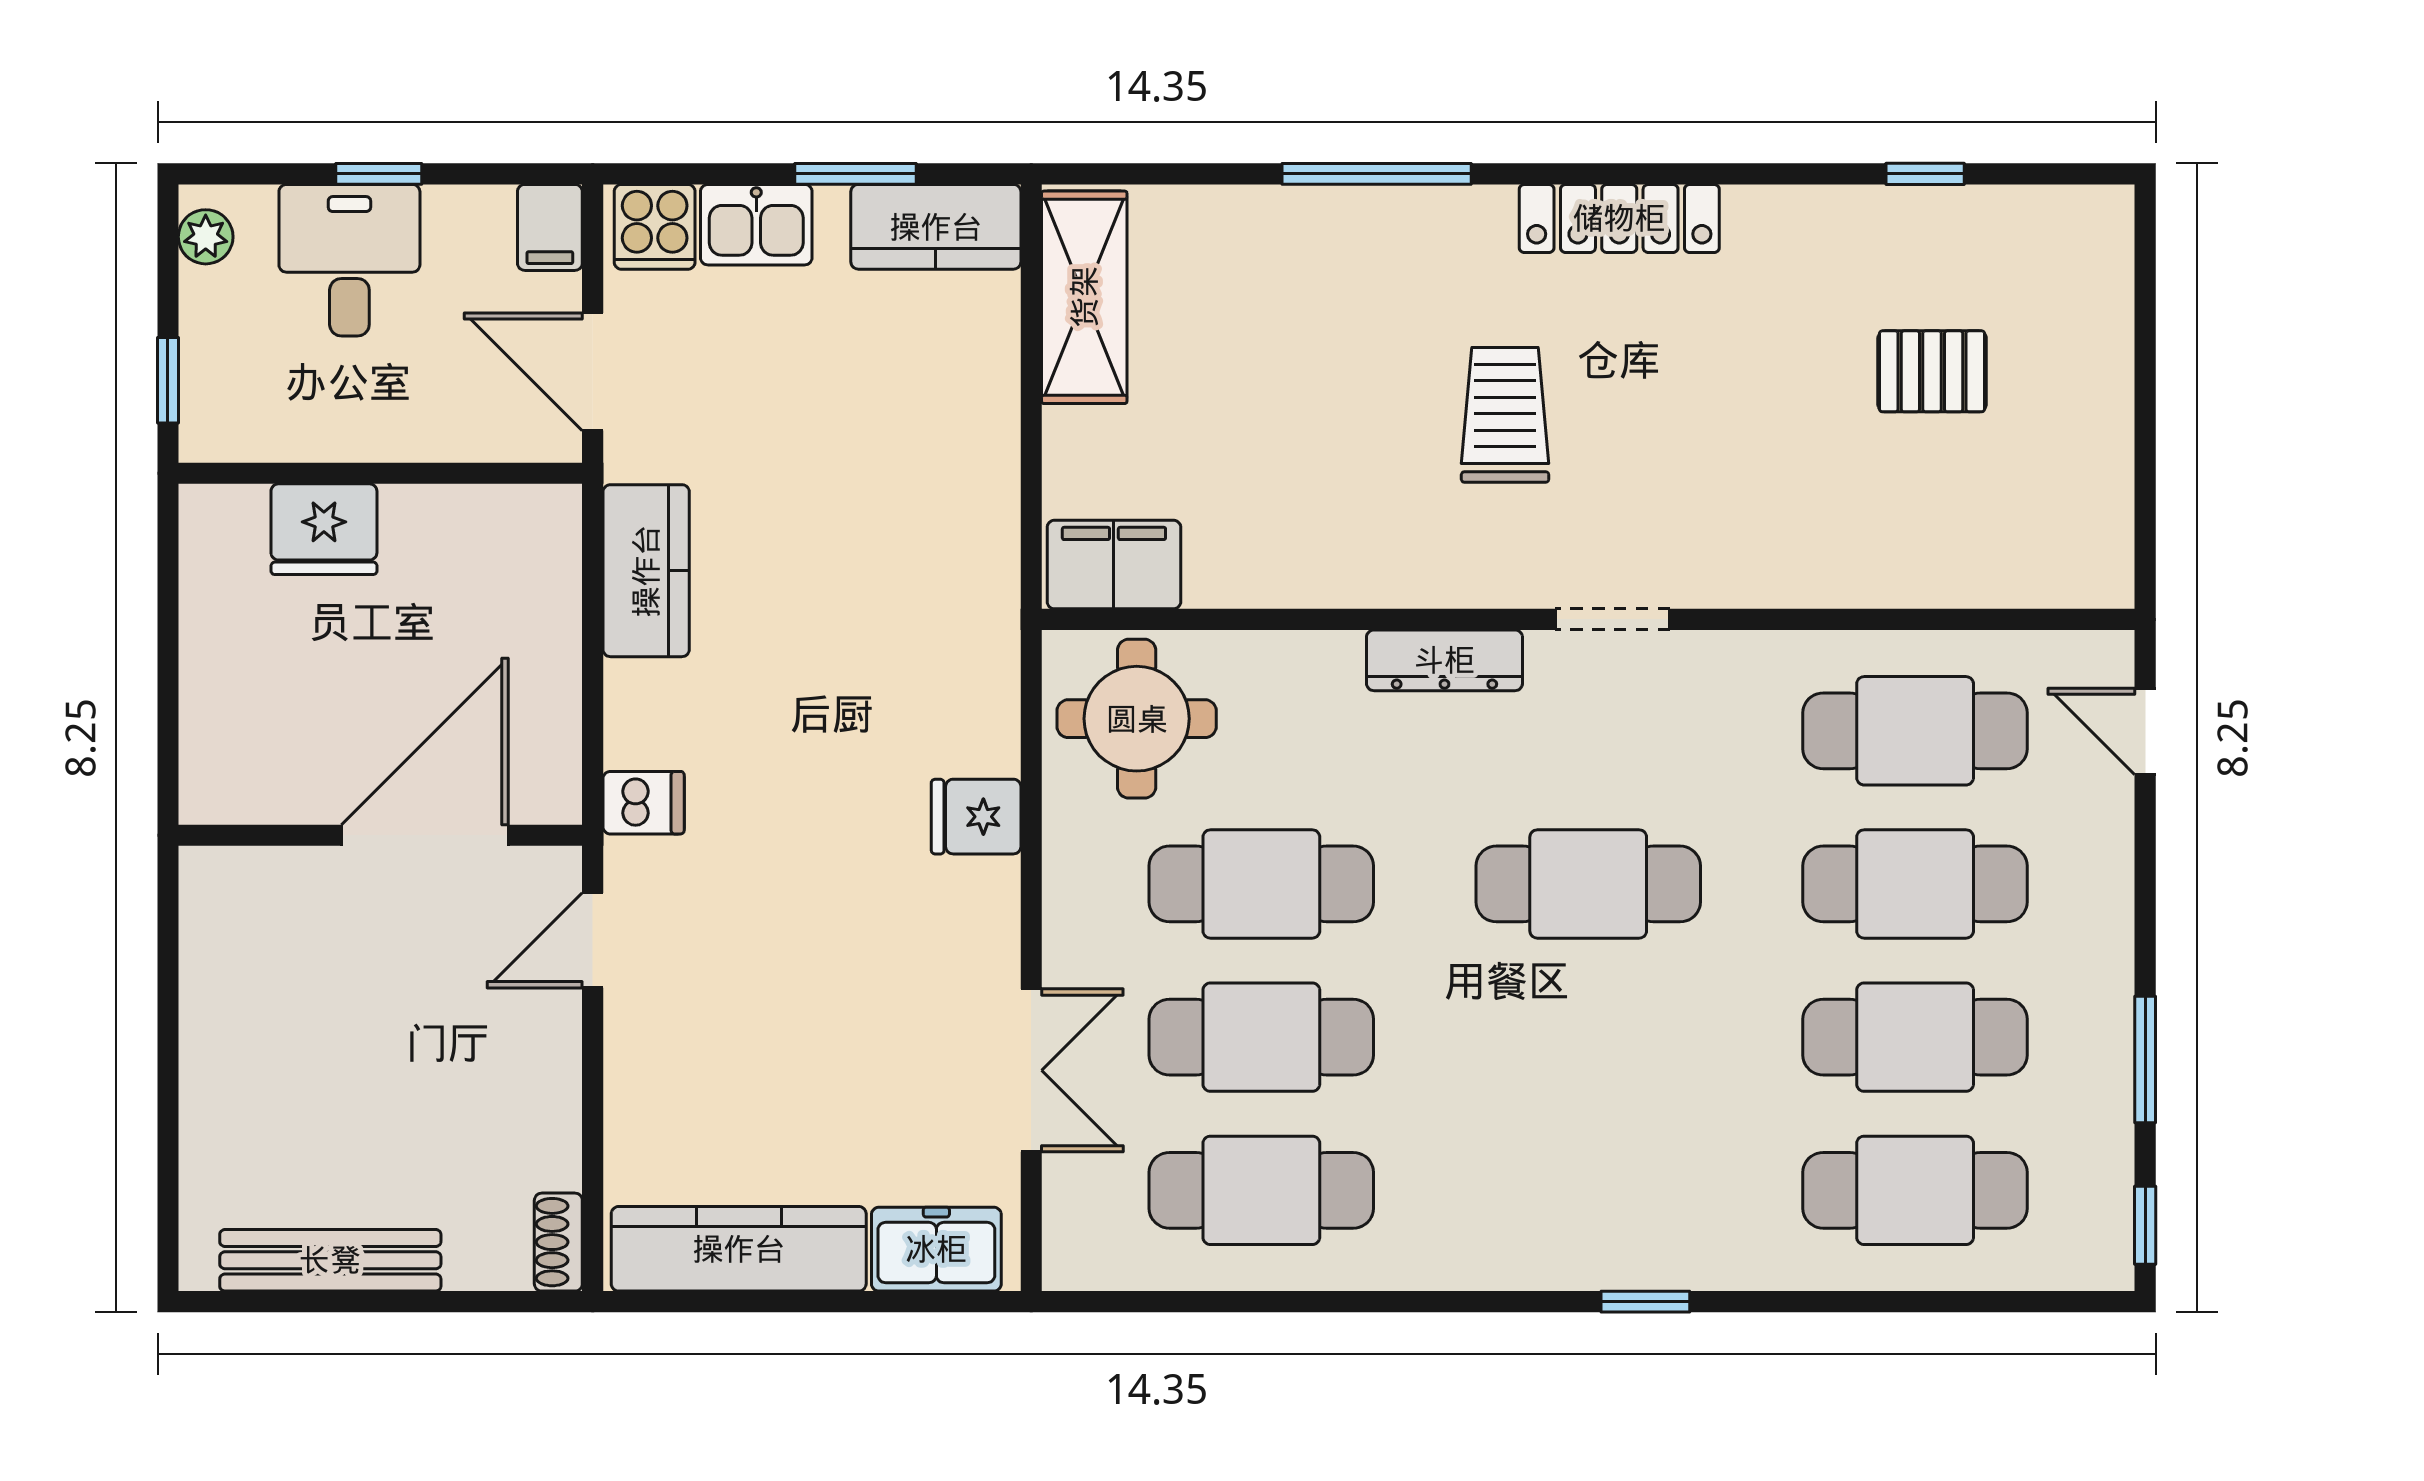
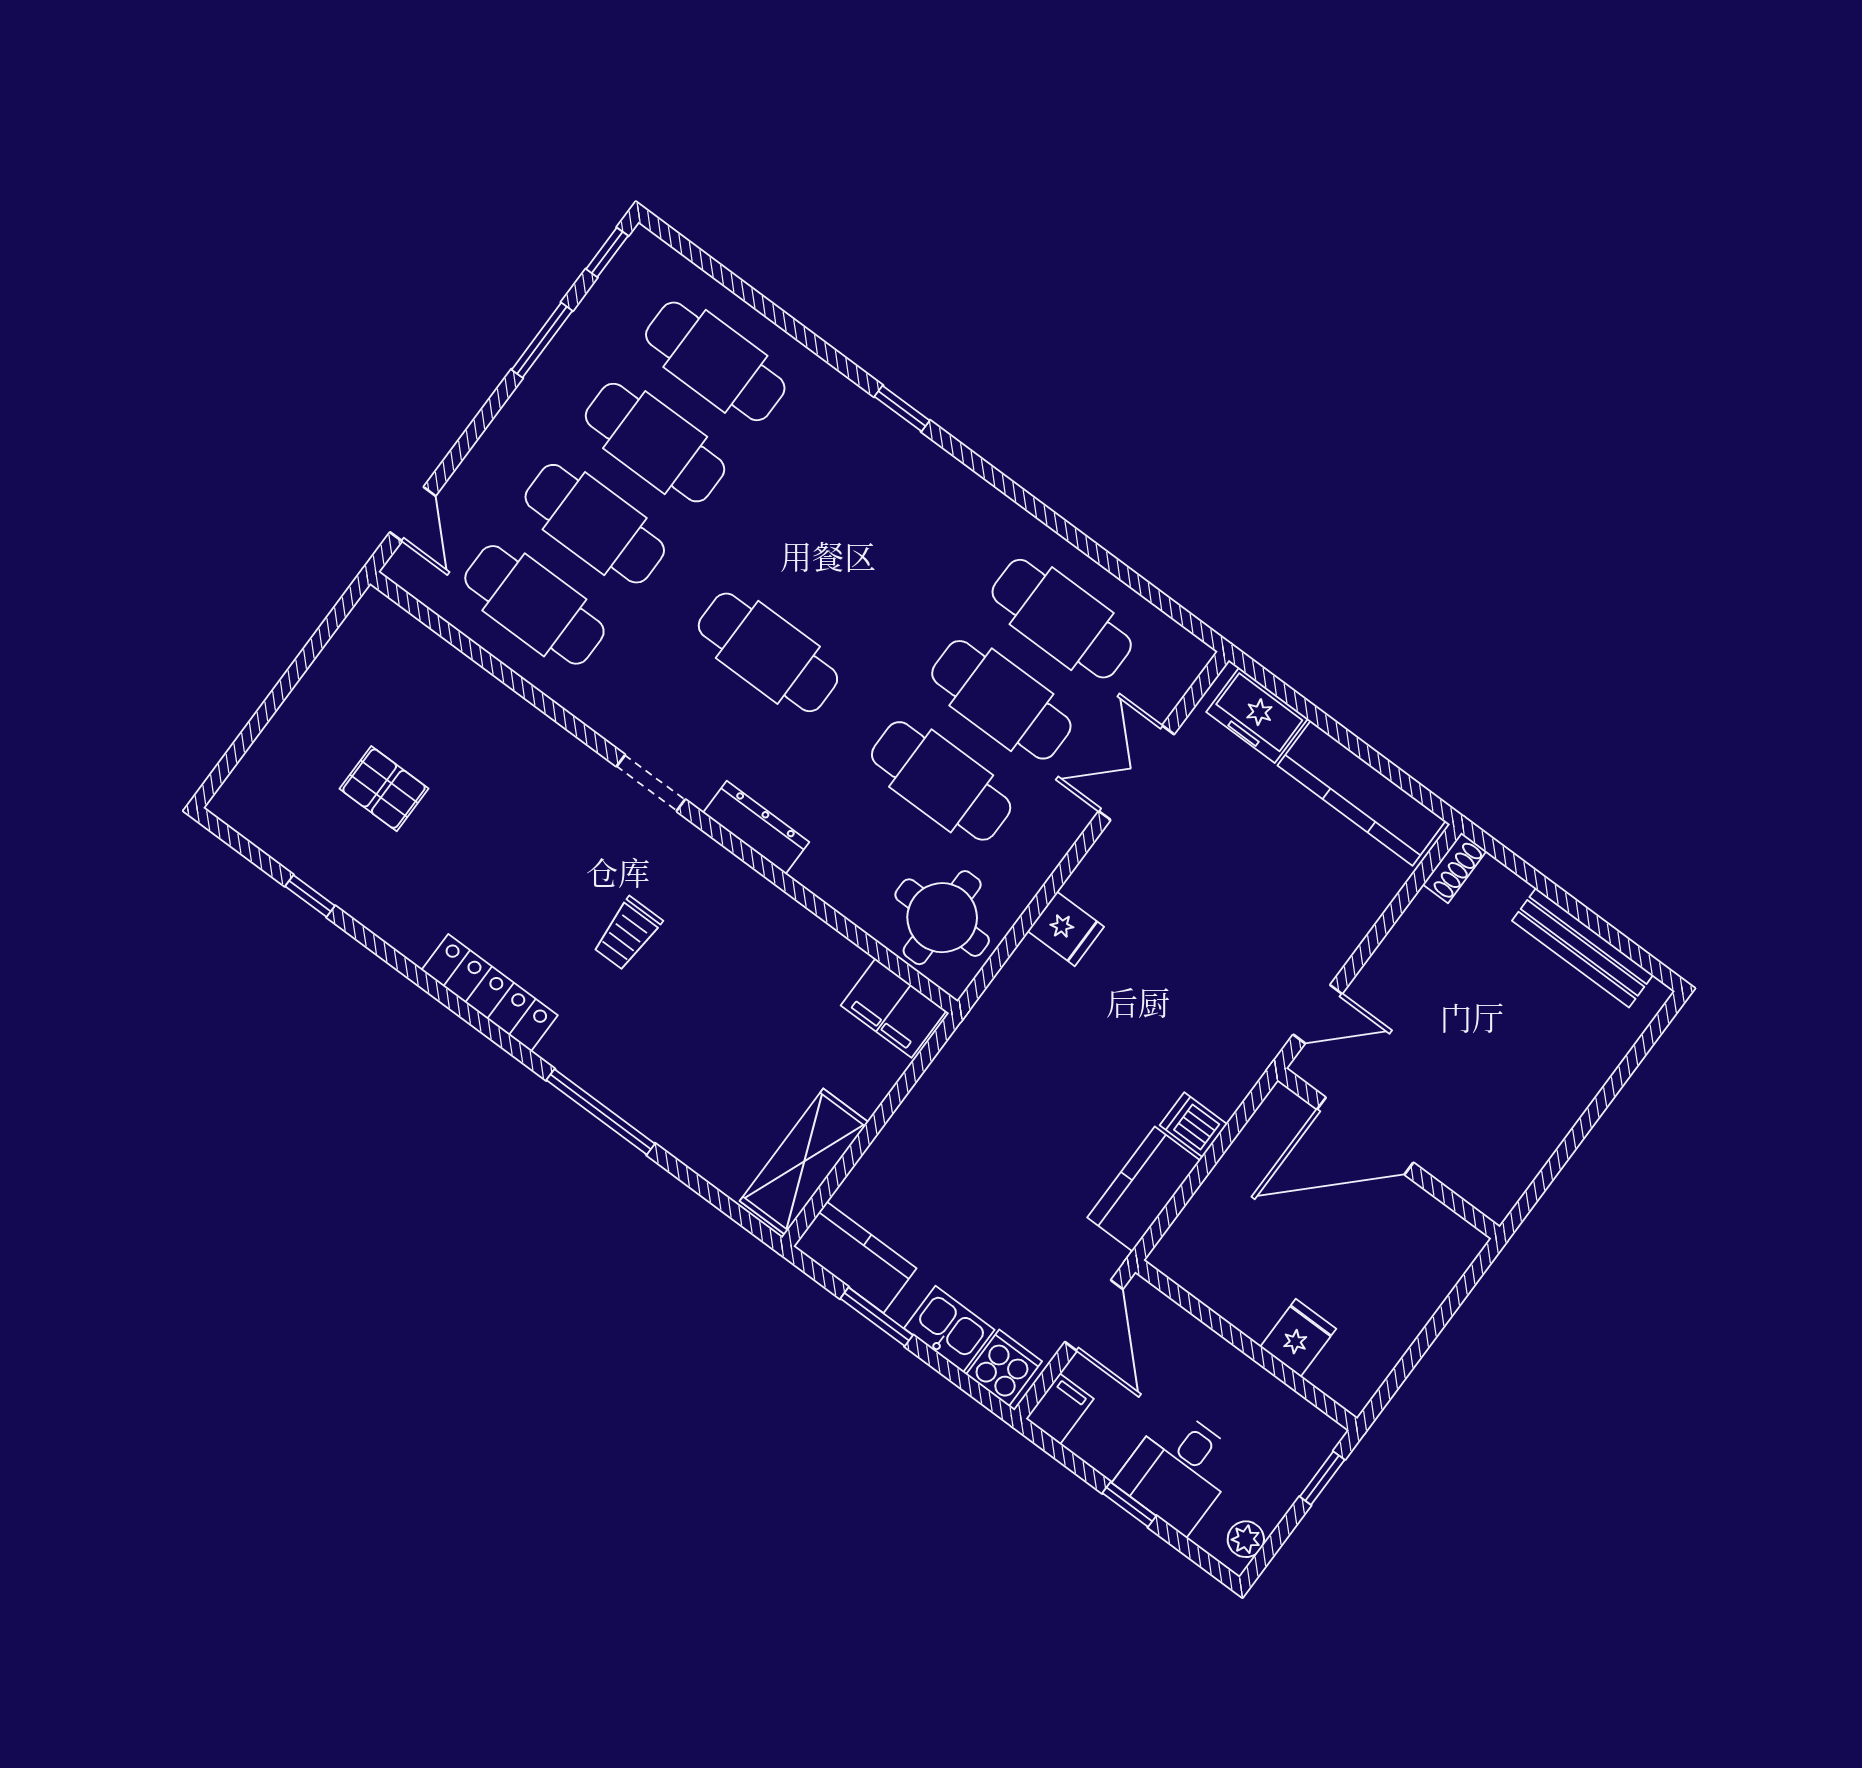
trolley: (1505, 415) -> (627, 934), width x0.73, depth x0.72
fridge: (324, 529) -> (1298, 1338), width x0.72
dishwasher: (644, 803) -> (1194, 1125), moved

